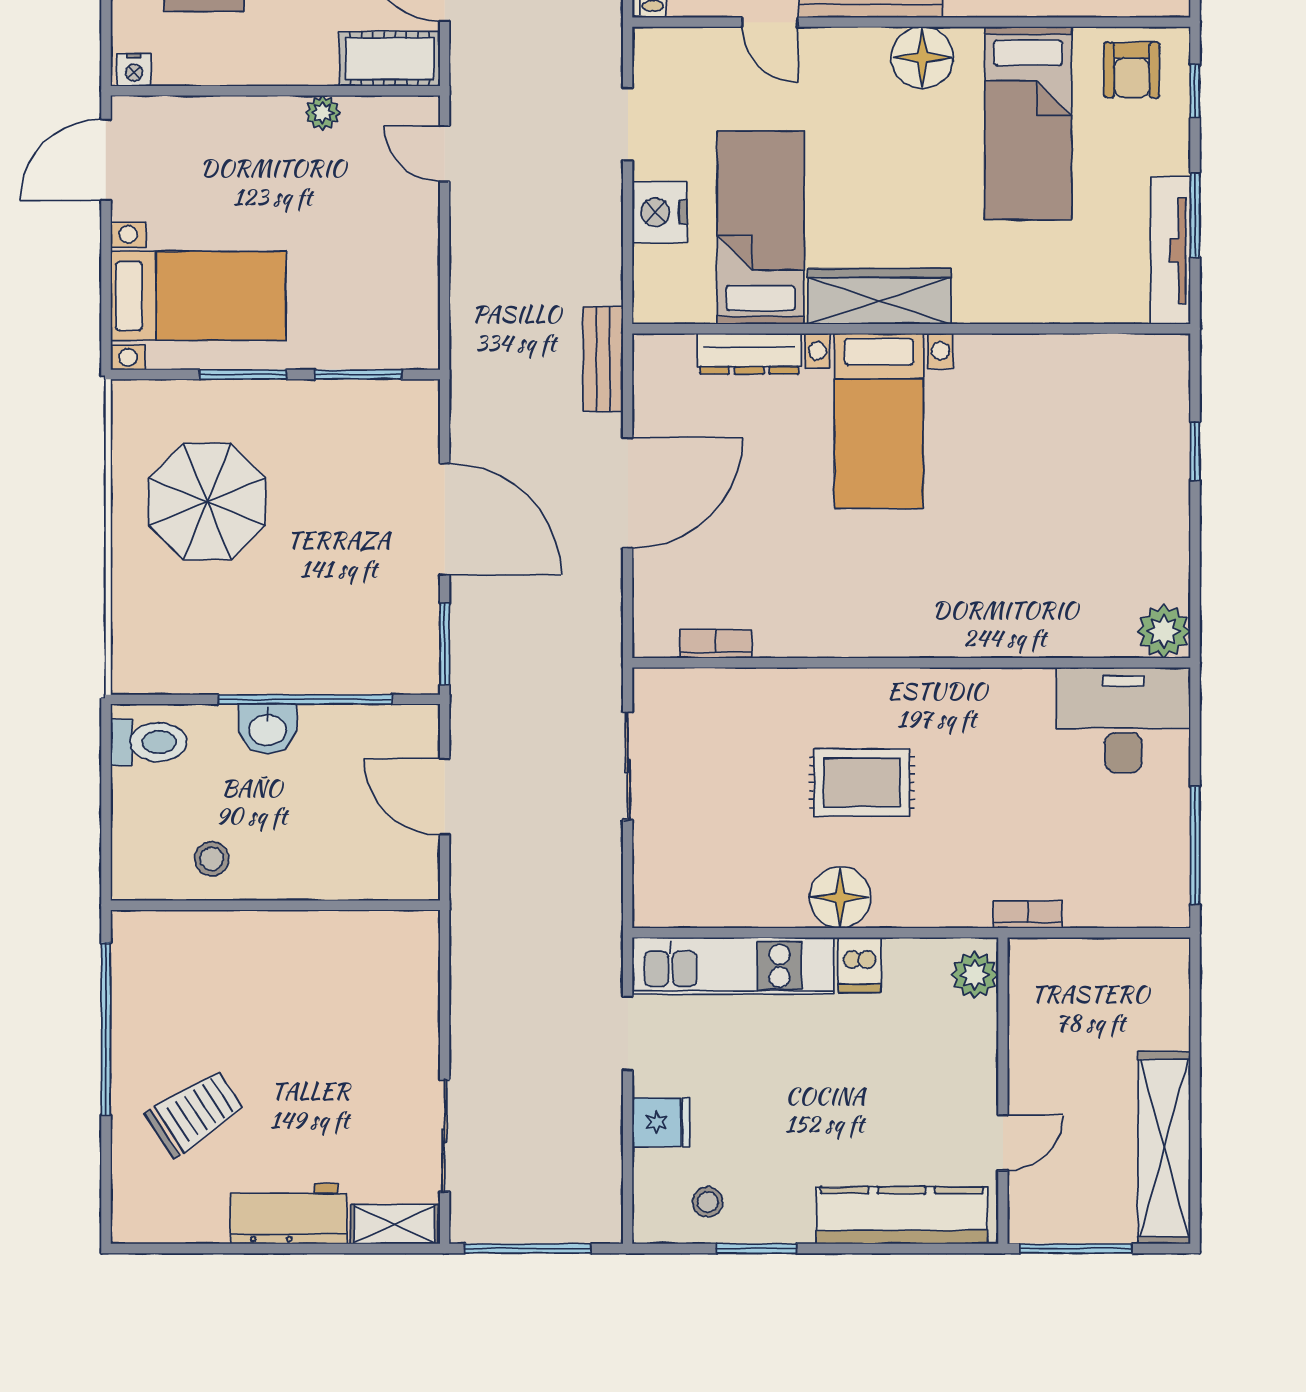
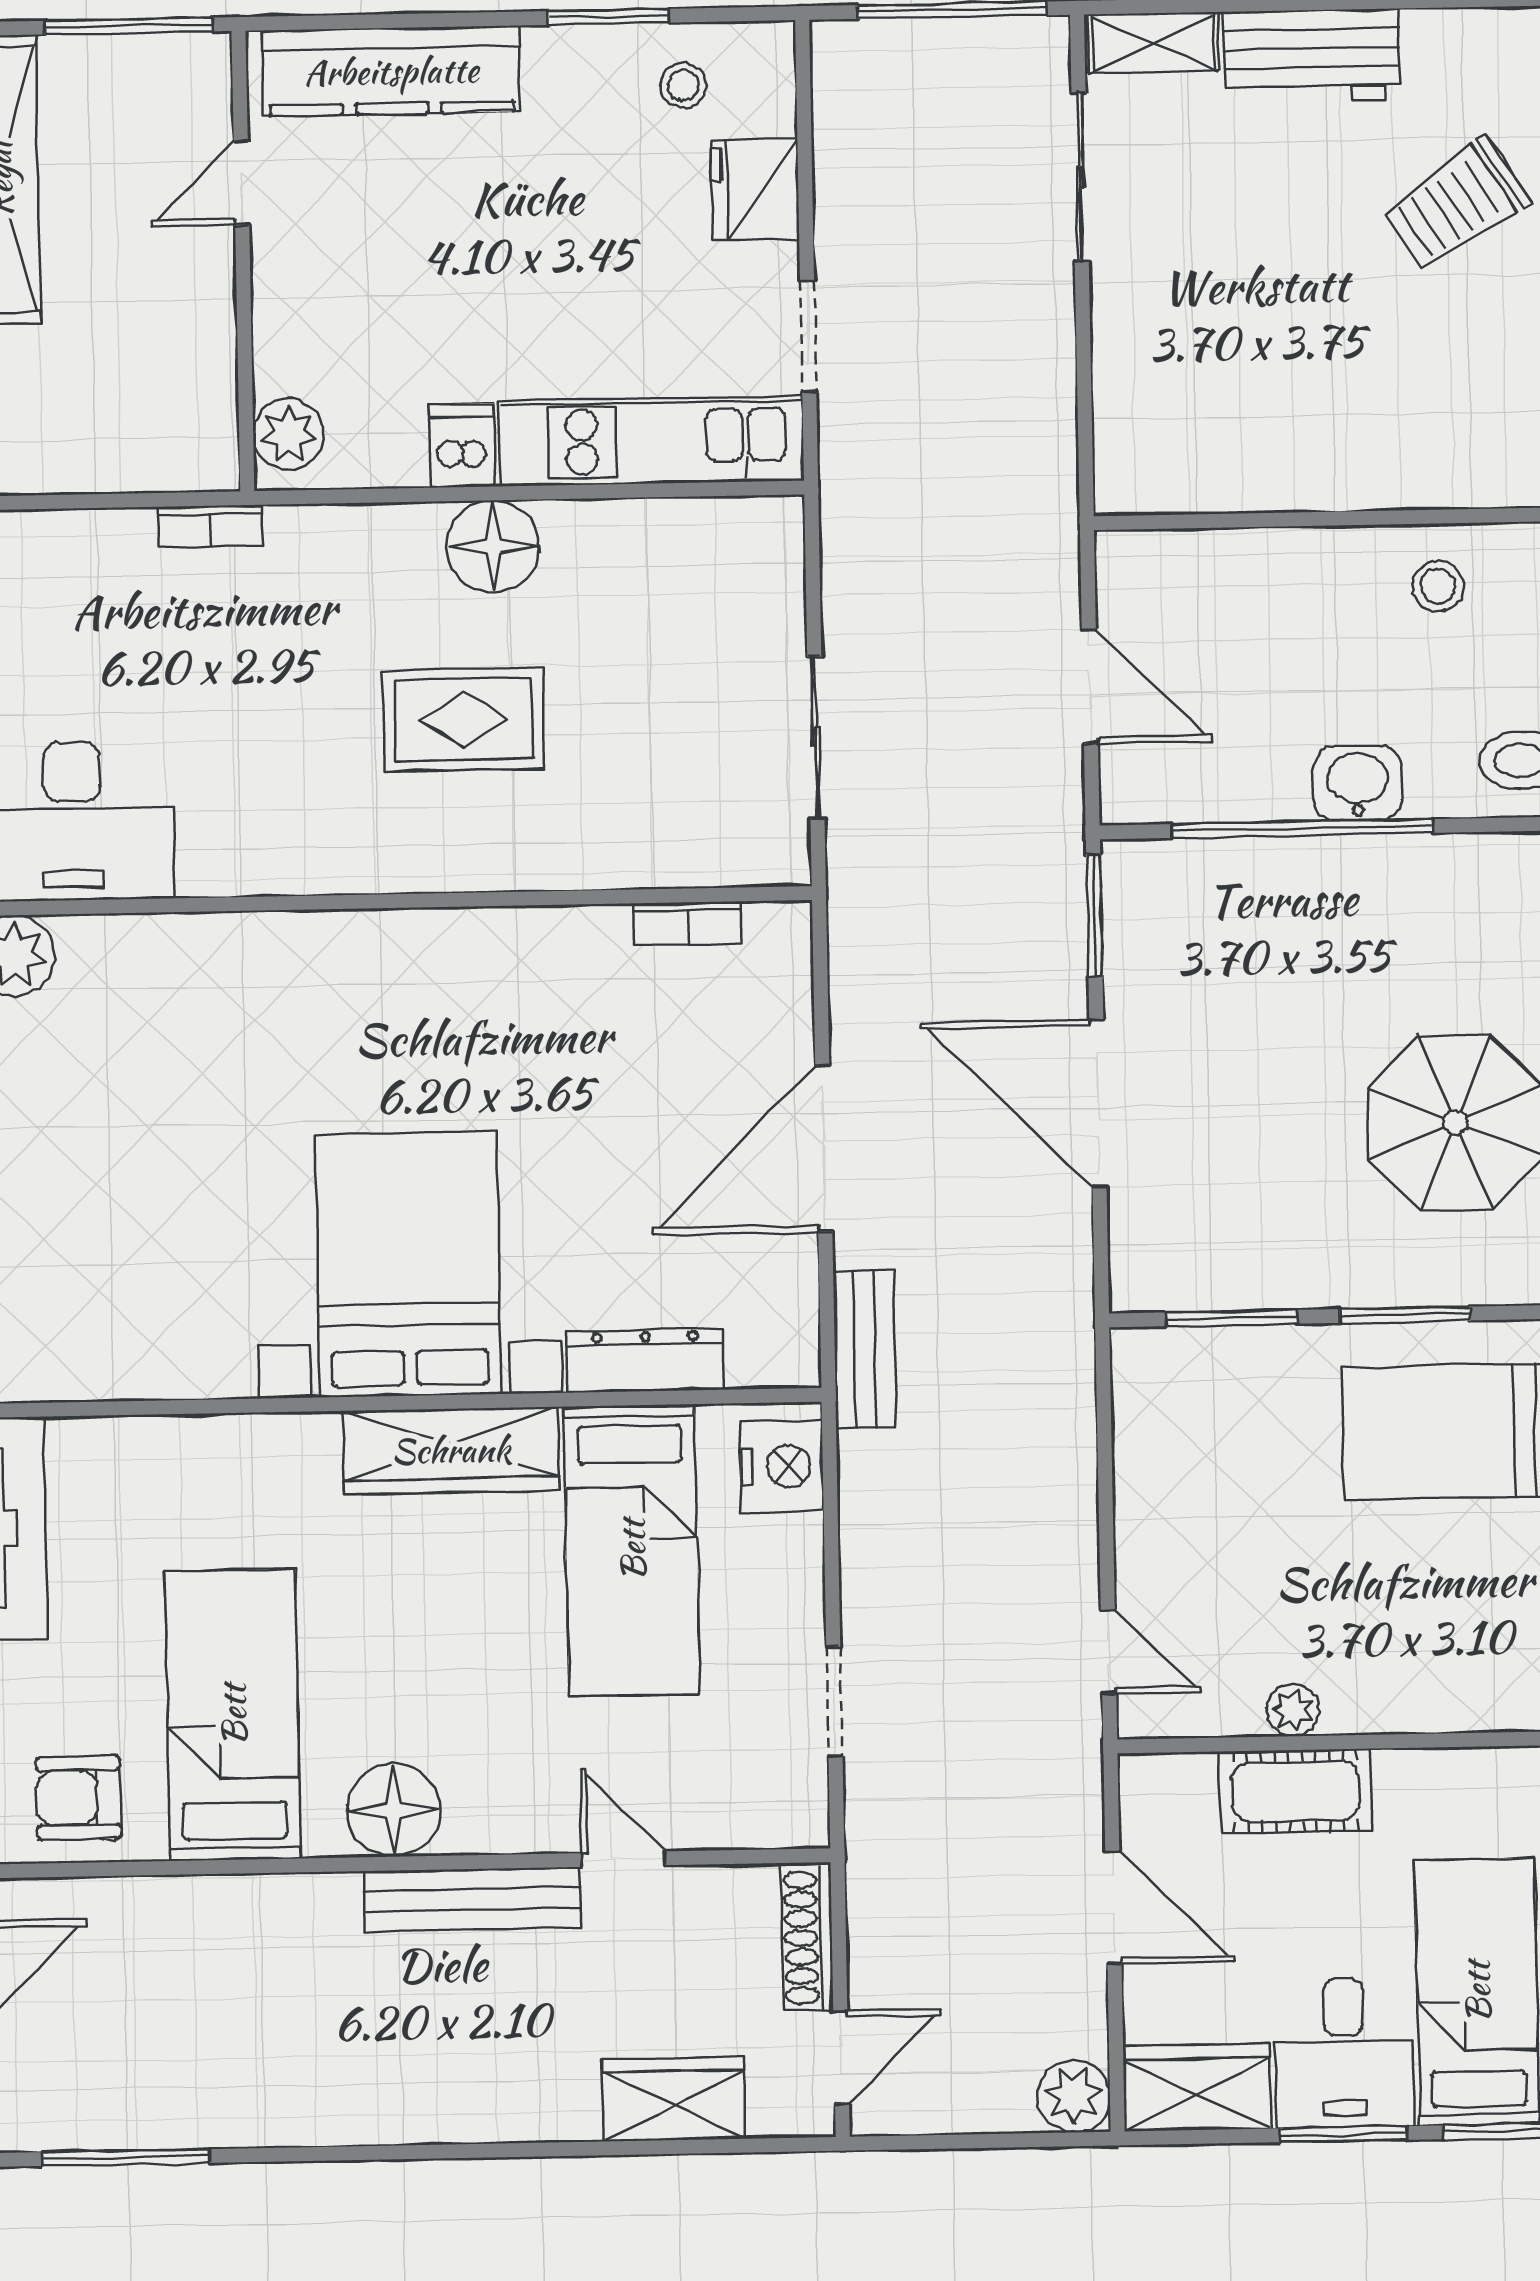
cot: (390, 59) -> (1296, 1791), moved
armchair: (1132, 70) -> (79, 1798), turned -90
nightstand: (660, 212) -> (782, 1466), moved
bed with nightstands: (879, 421) -> (408, 1264), width x1.36
fridge: (661, 1122) -> (755, 190), width x1.38

